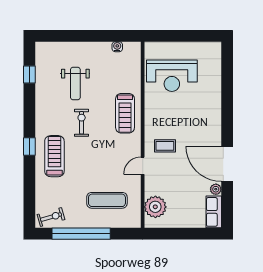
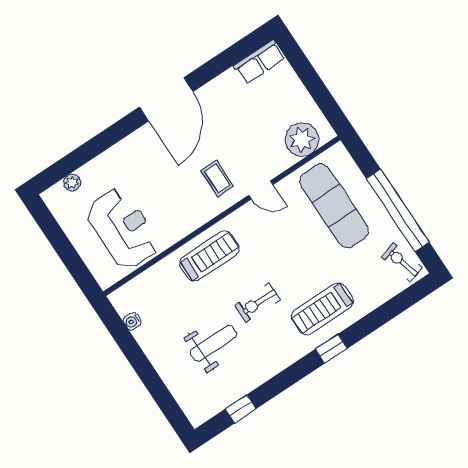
door: (227, 164) -> (166, 99), moved
plant: (216, 189) -> (72, 183), moved
exercise mat: (107, 200) -> (334, 206), width x1.36, depth x1.45

